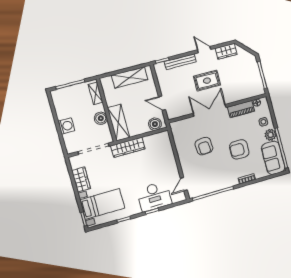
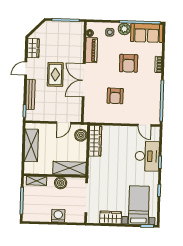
armchair: (204, 146) -> (115, 96), turned 94
wardrobe: (128, 147) -> (95, 141), moved

